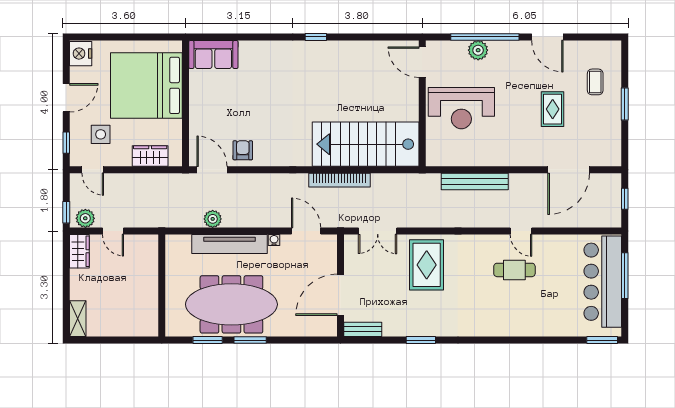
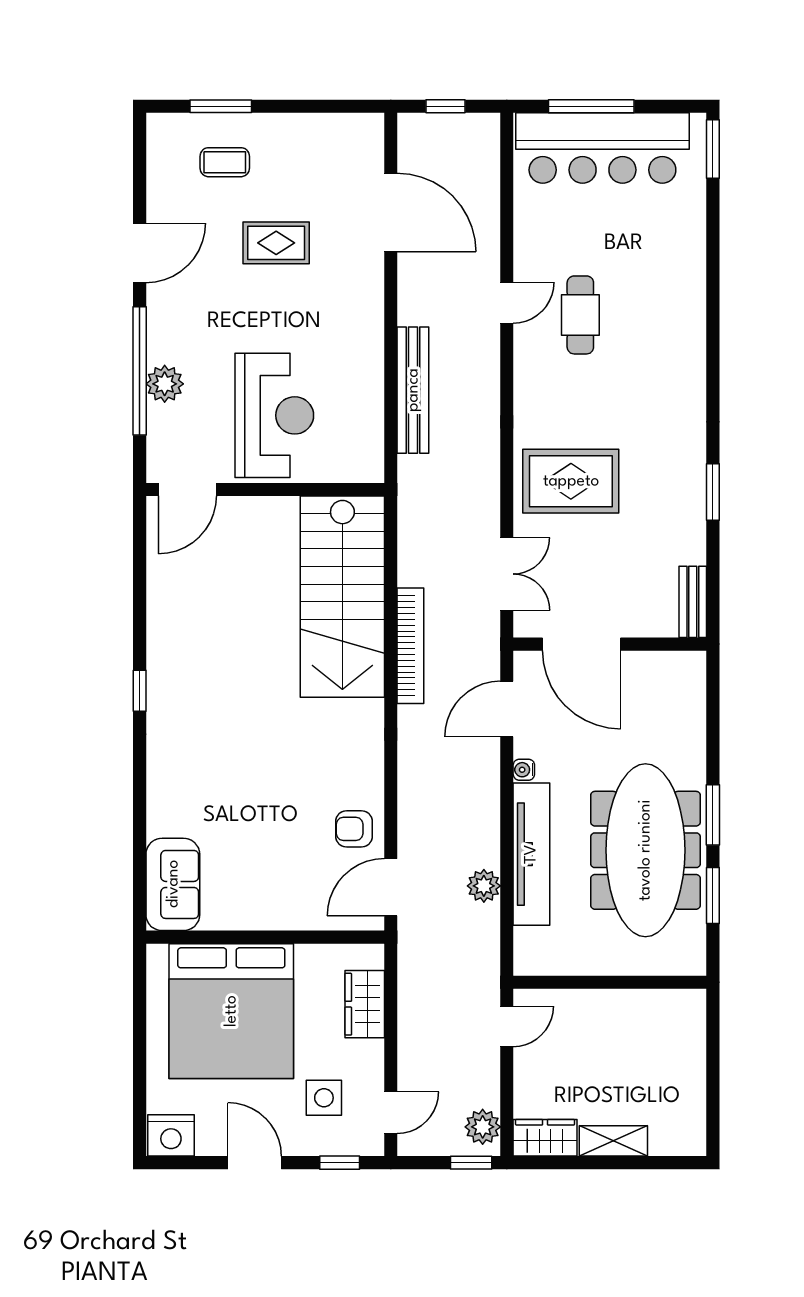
window: (625, 104) -> (221, 106), moved
door: (113, 231) -> (507, 1026), moved
door: (340, 295) -> (582, 644), moved
shelving: (78, 319) -> (613, 1141), moved

